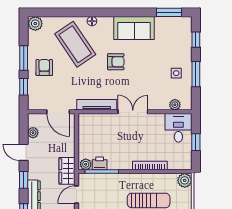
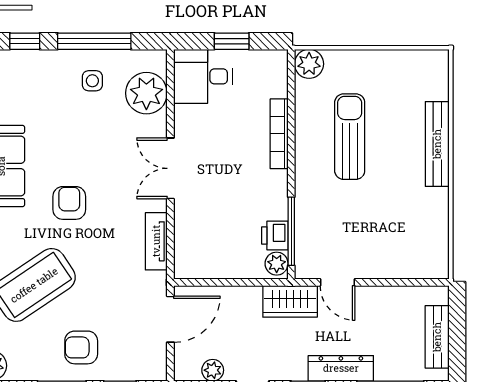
window: (196, 74) -> (94, 41), width x1.44
tv unit: (97, 105) -> (156, 241), width x0.71
plant: (175, 105) -> (146, 93), width x1.87, depth x1.87

